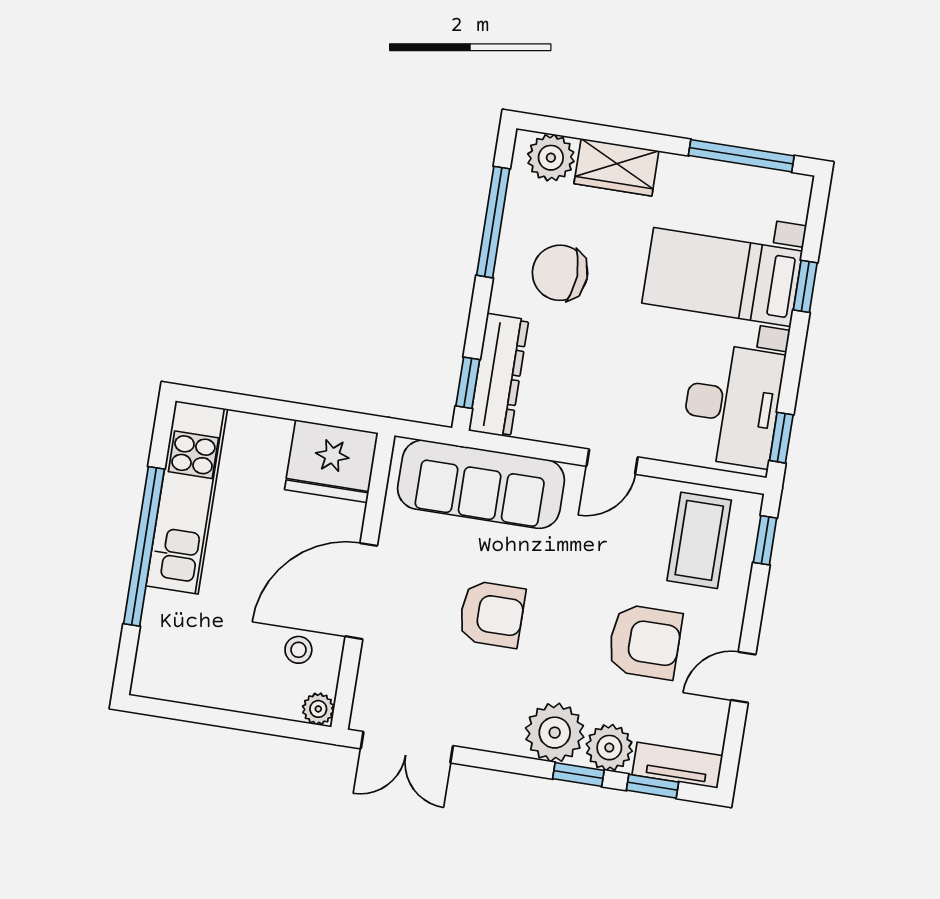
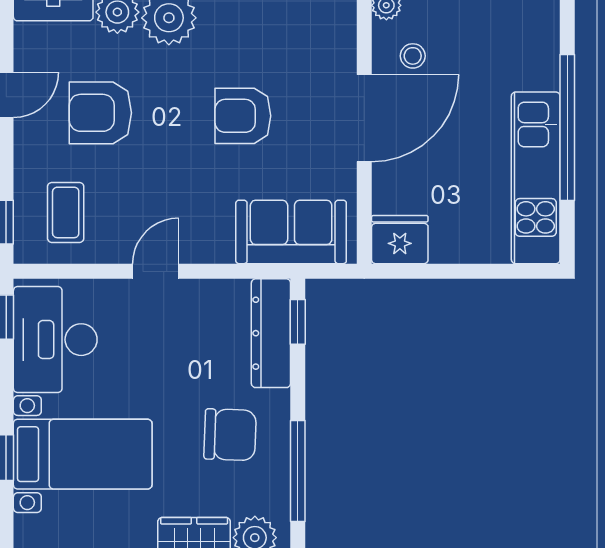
fridge: (331, 461) -> (400, 240), width x0.73, depth x0.75
sofa: (481, 484) -> (291, 232), width x0.73
coffee table: (699, 540) -> (66, 212), width x0.73, depth x0.77

